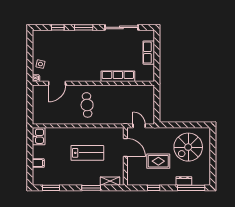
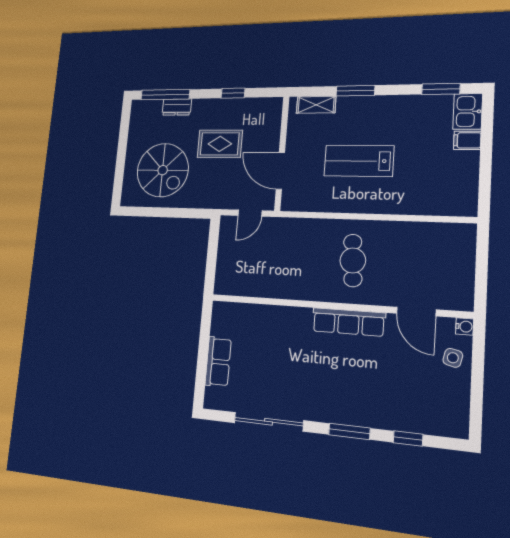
row of seats: (118, 76) -> (349, 322), moved
door: (57, 83) -> (416, 311), swing flipped
door: (139, 126) -> (250, 213), hinge flipped
kitchen sink: (39, 136) -> (468, 111), moved
spiral stairs: (188, 147) -> (163, 170), turned 90

